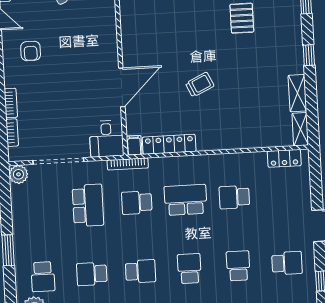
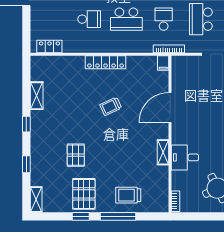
shelving: (300, 129) -> (163, 152), moved
desk: (106, 139) -> (185, 157), moved, turned -90
locker: (169, 144) -> (106, 62), moved
school desk: (137, 203) -> (164, 19), turned -90

